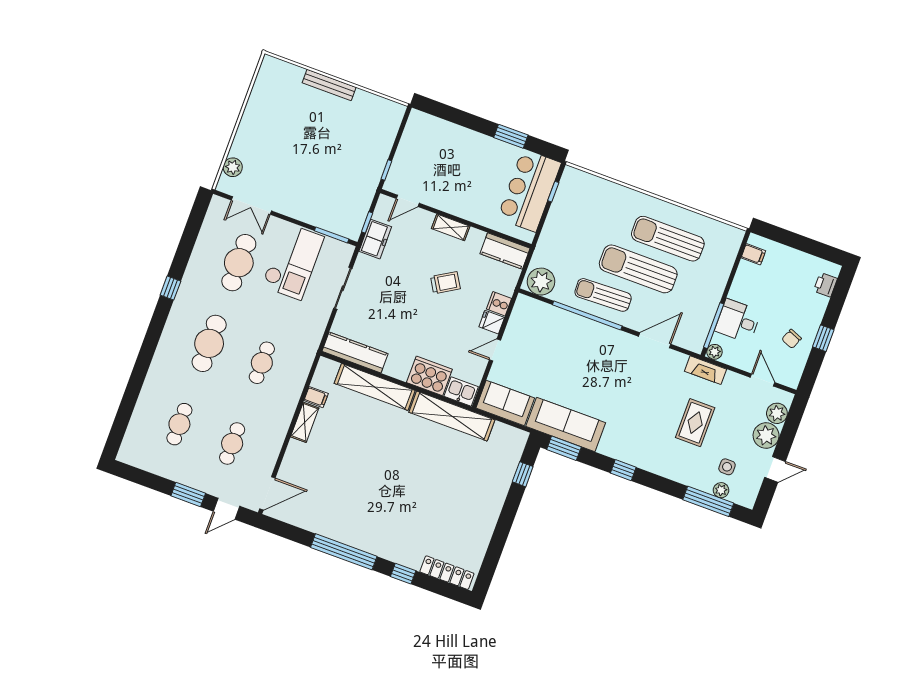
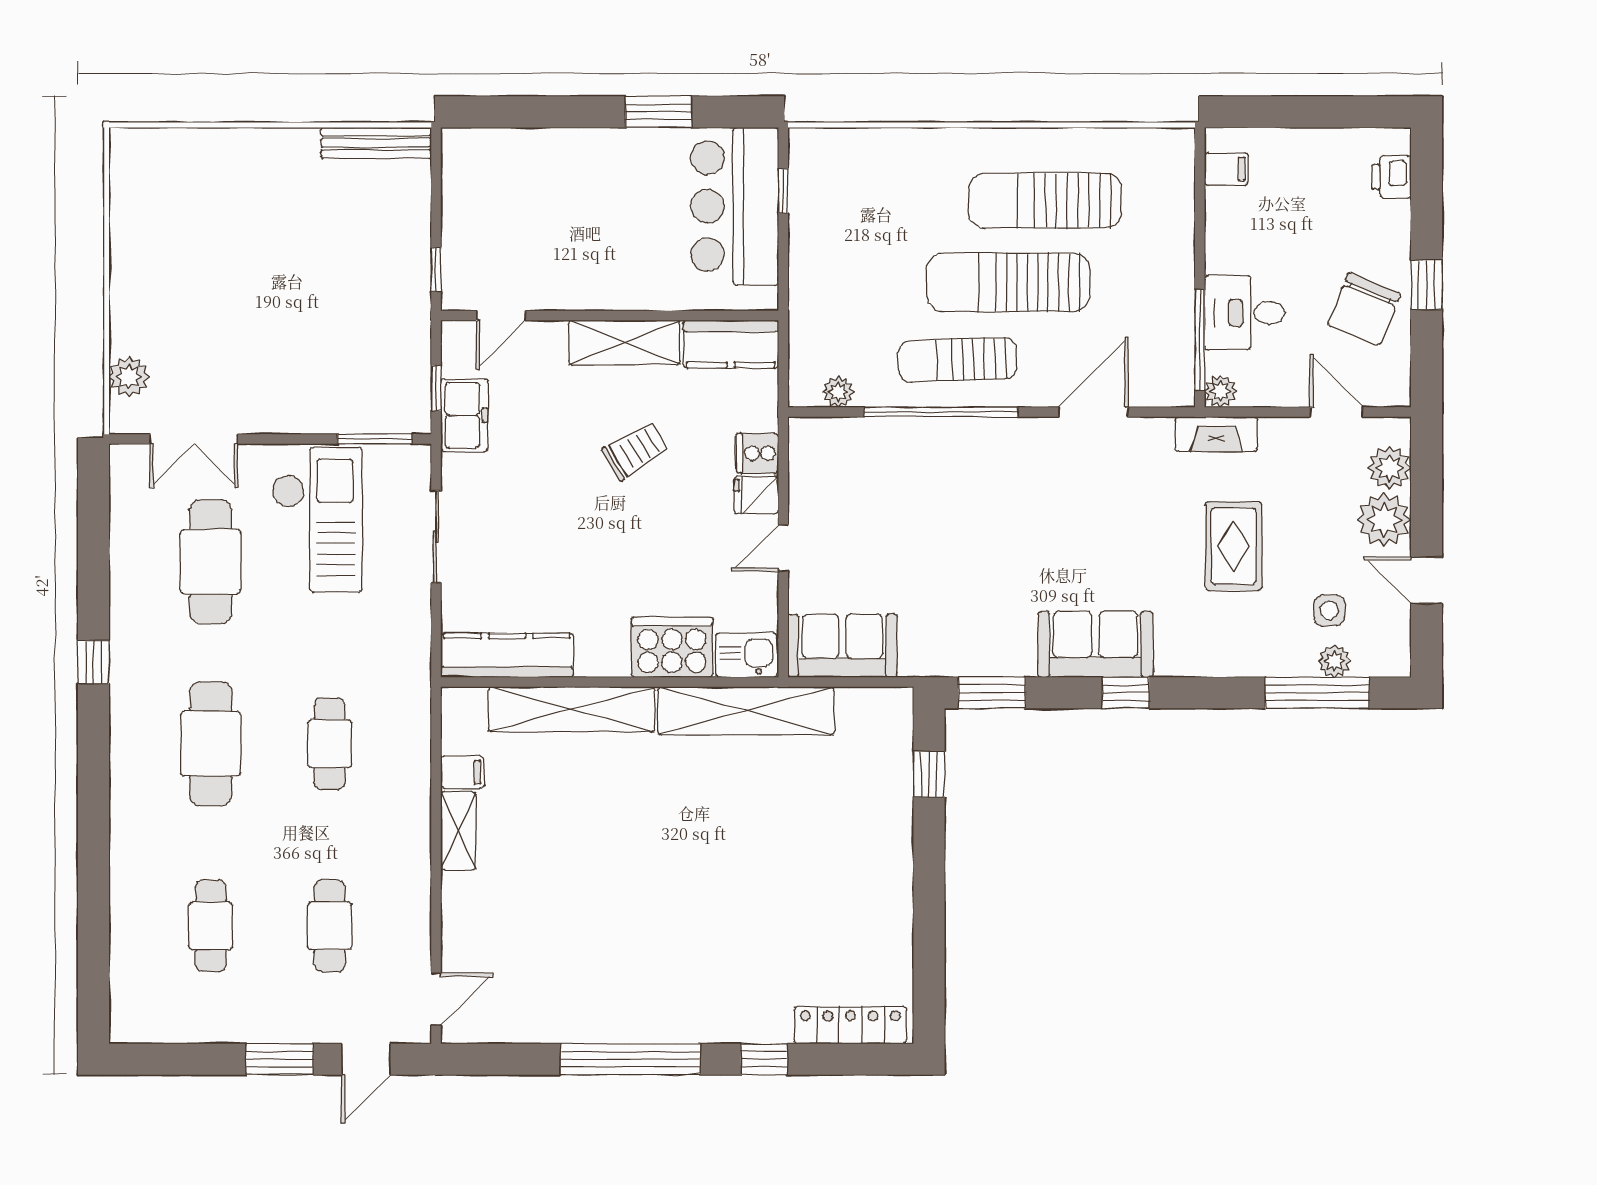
bench: (329, 85) -> (376, 143), moved
shelving: (451, 227) -> (624, 342), width x1.50, depth x1.33
plant: (541, 282) -> (838, 392), width x0.53, depth x0.53
chair: (792, 339) -> (1364, 309), width x1.87, depth x1.87
sofa: (566, 424) -> (1095, 644), moved, width x0.73
door: (775, 469) -> (1427, 580), swing flipped
door: (267, 493) -> (436, 999), width x0.73

